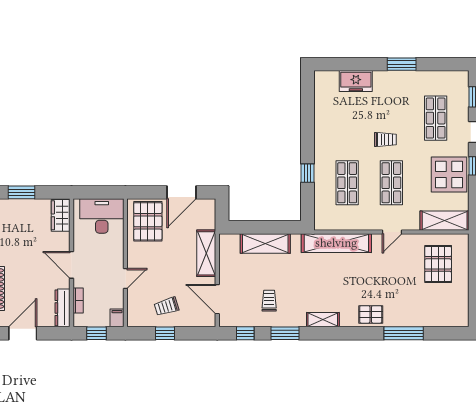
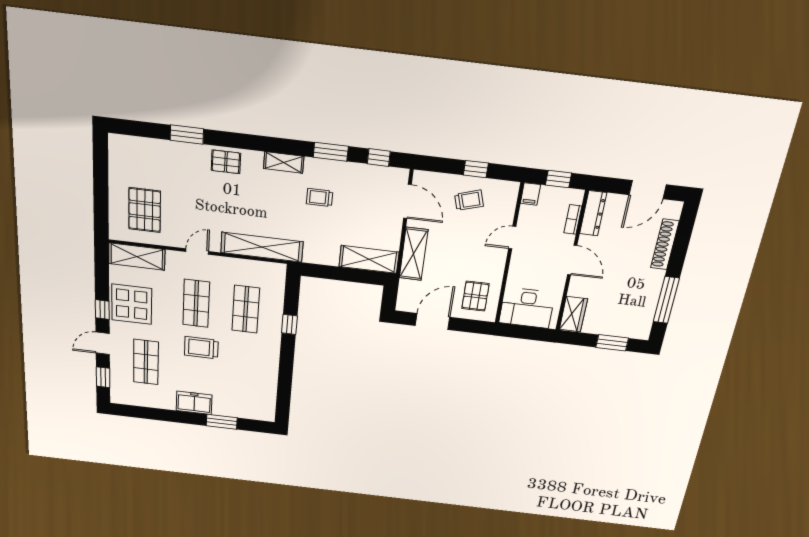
window: (402, 64) -> (222, 422), moved
freezer: (356, 81) -> (194, 403), moved
trolley: (385, 139) -> (201, 348), width x1.36, depth x1.39
pallet: (148, 221) -> (475, 296), width x0.67, depth x0.71
shelving: (265, 244) -> (369, 259), moved
trolley: (269, 301) -> (320, 197), moved, turned 90
window: (404, 333) -> (187, 135), width x0.69

